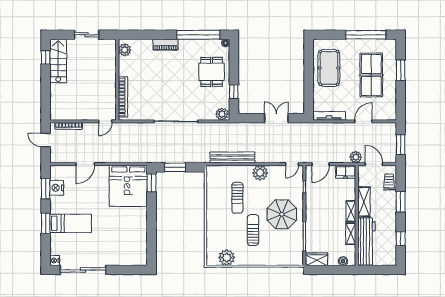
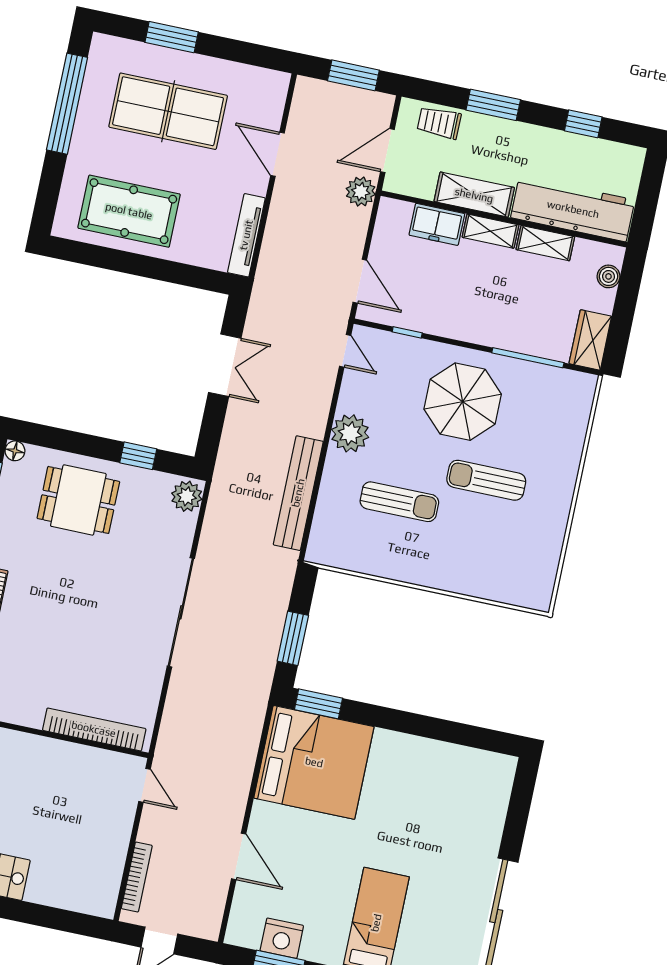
double door: (276, 118) -> (225, 365), swing flipped
freezer: (346, 172) -> (437, 224), moved, turned 90
plant: (227, 258) -> (540, 559), removed

